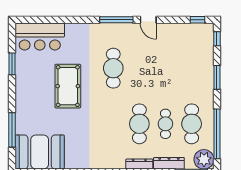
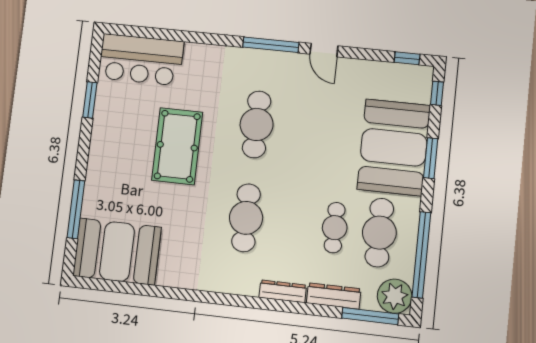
booth: (195, 73) -> (394, 147), added
cafe table: (139, 124) -> (246, 218), moved

